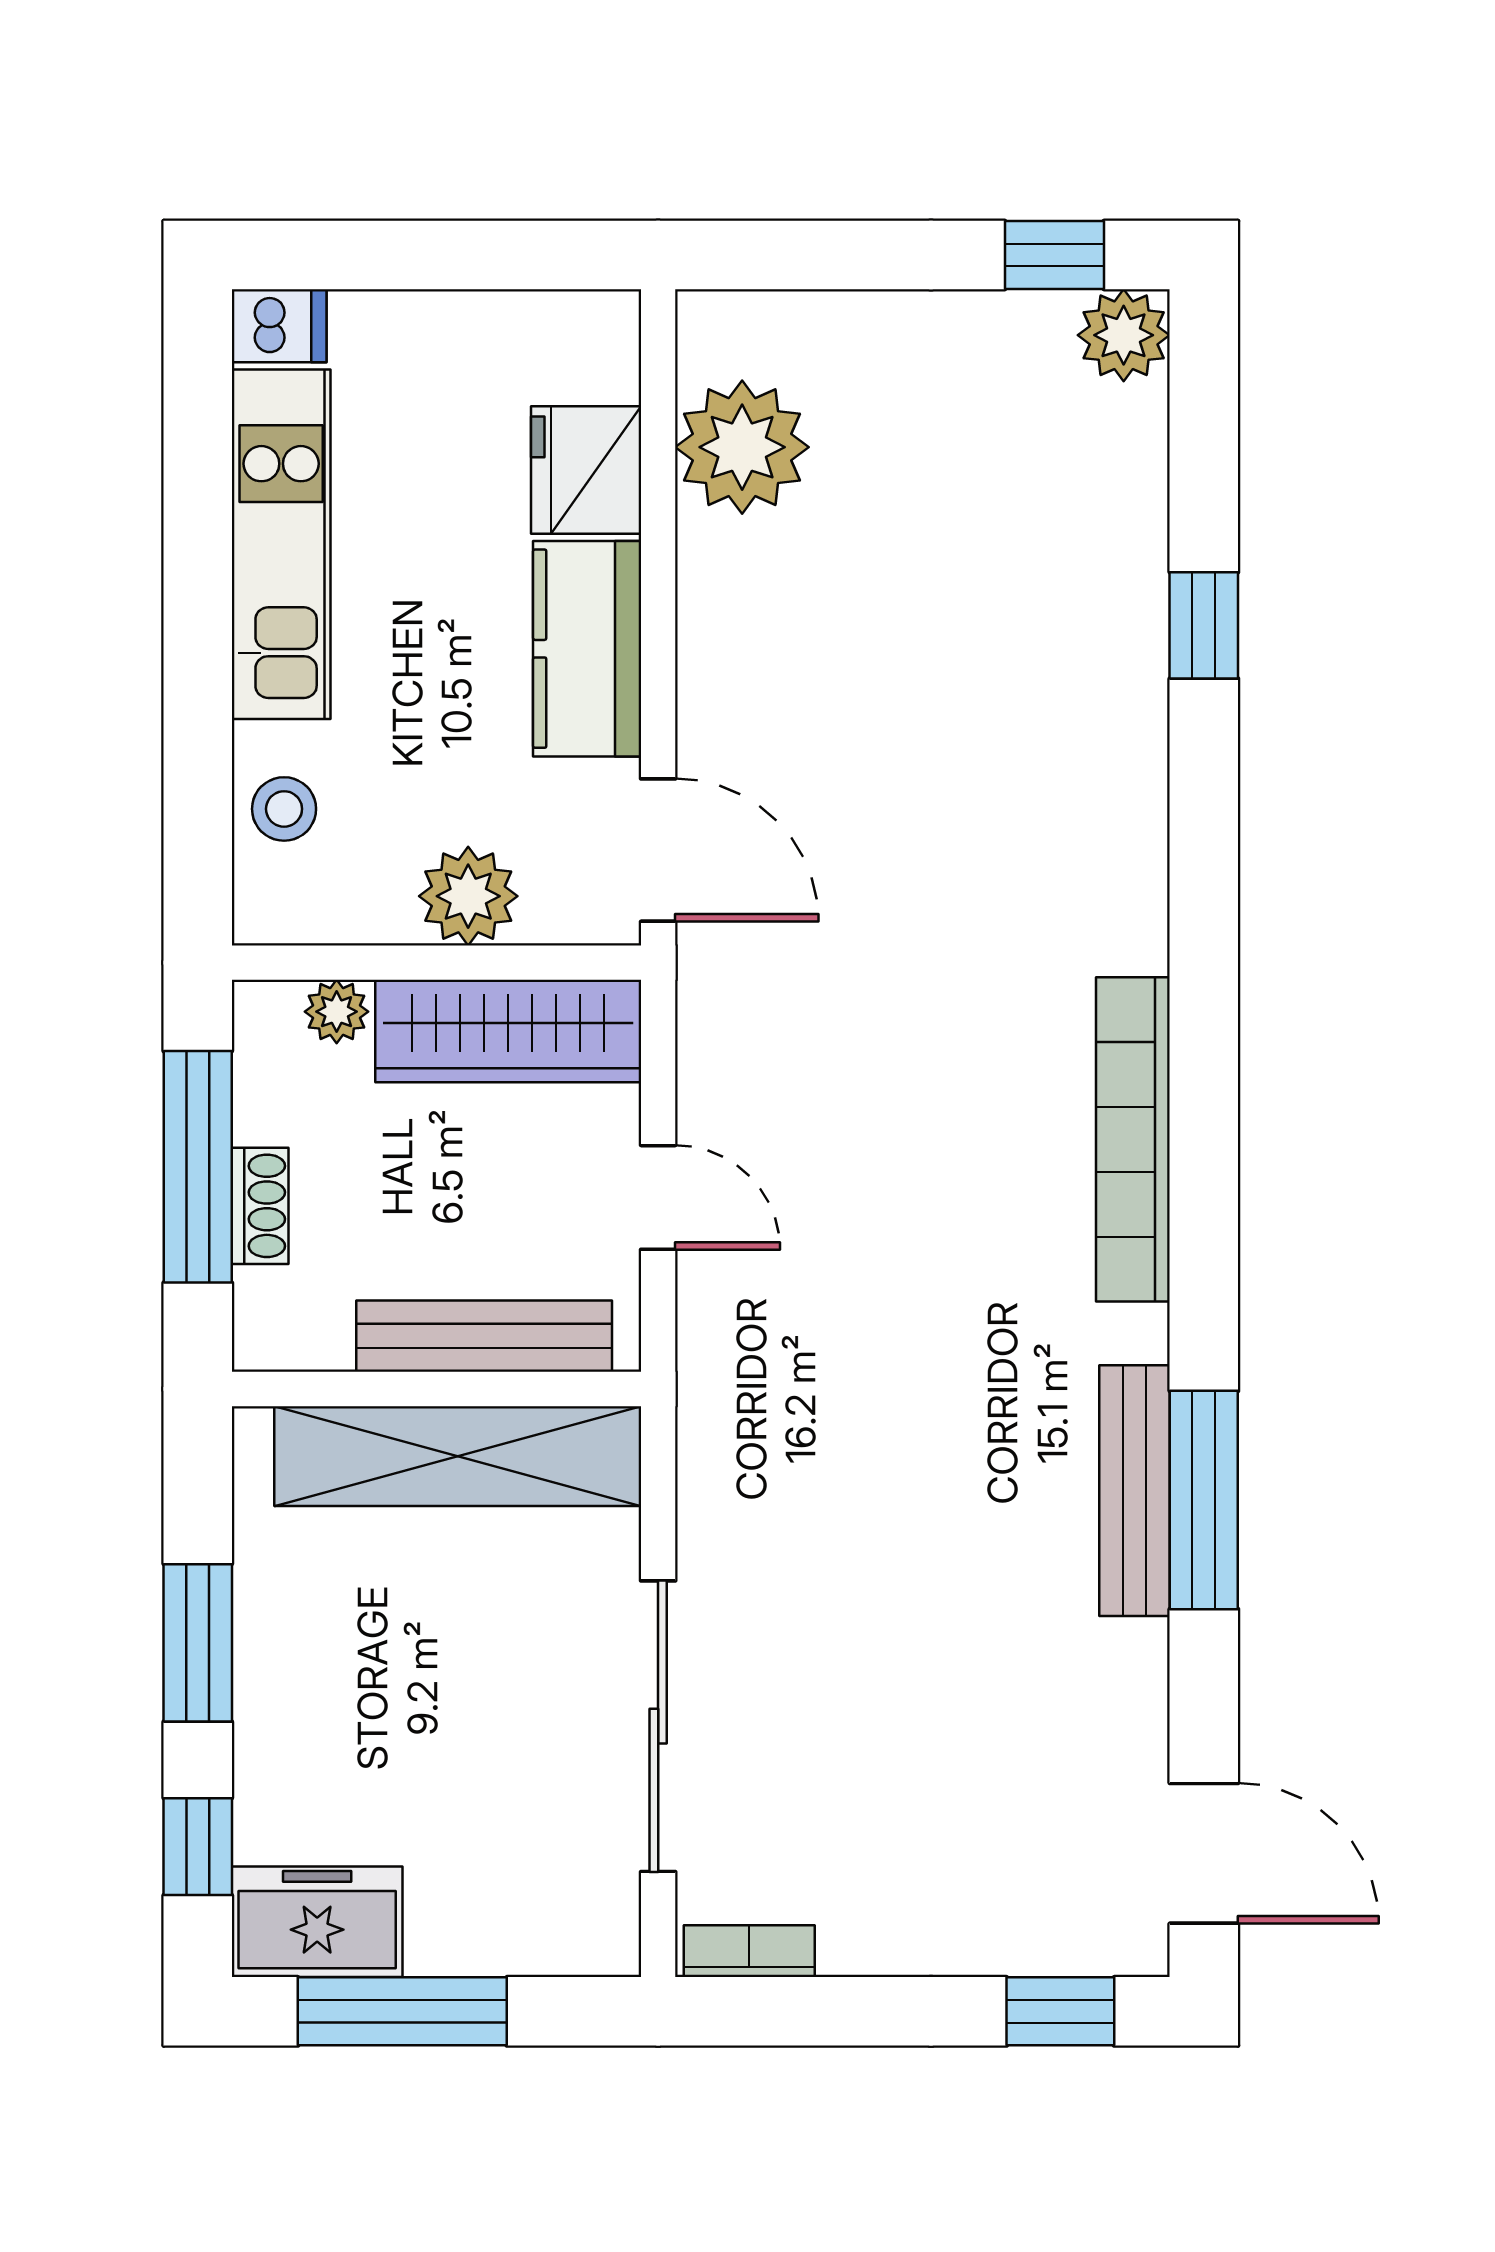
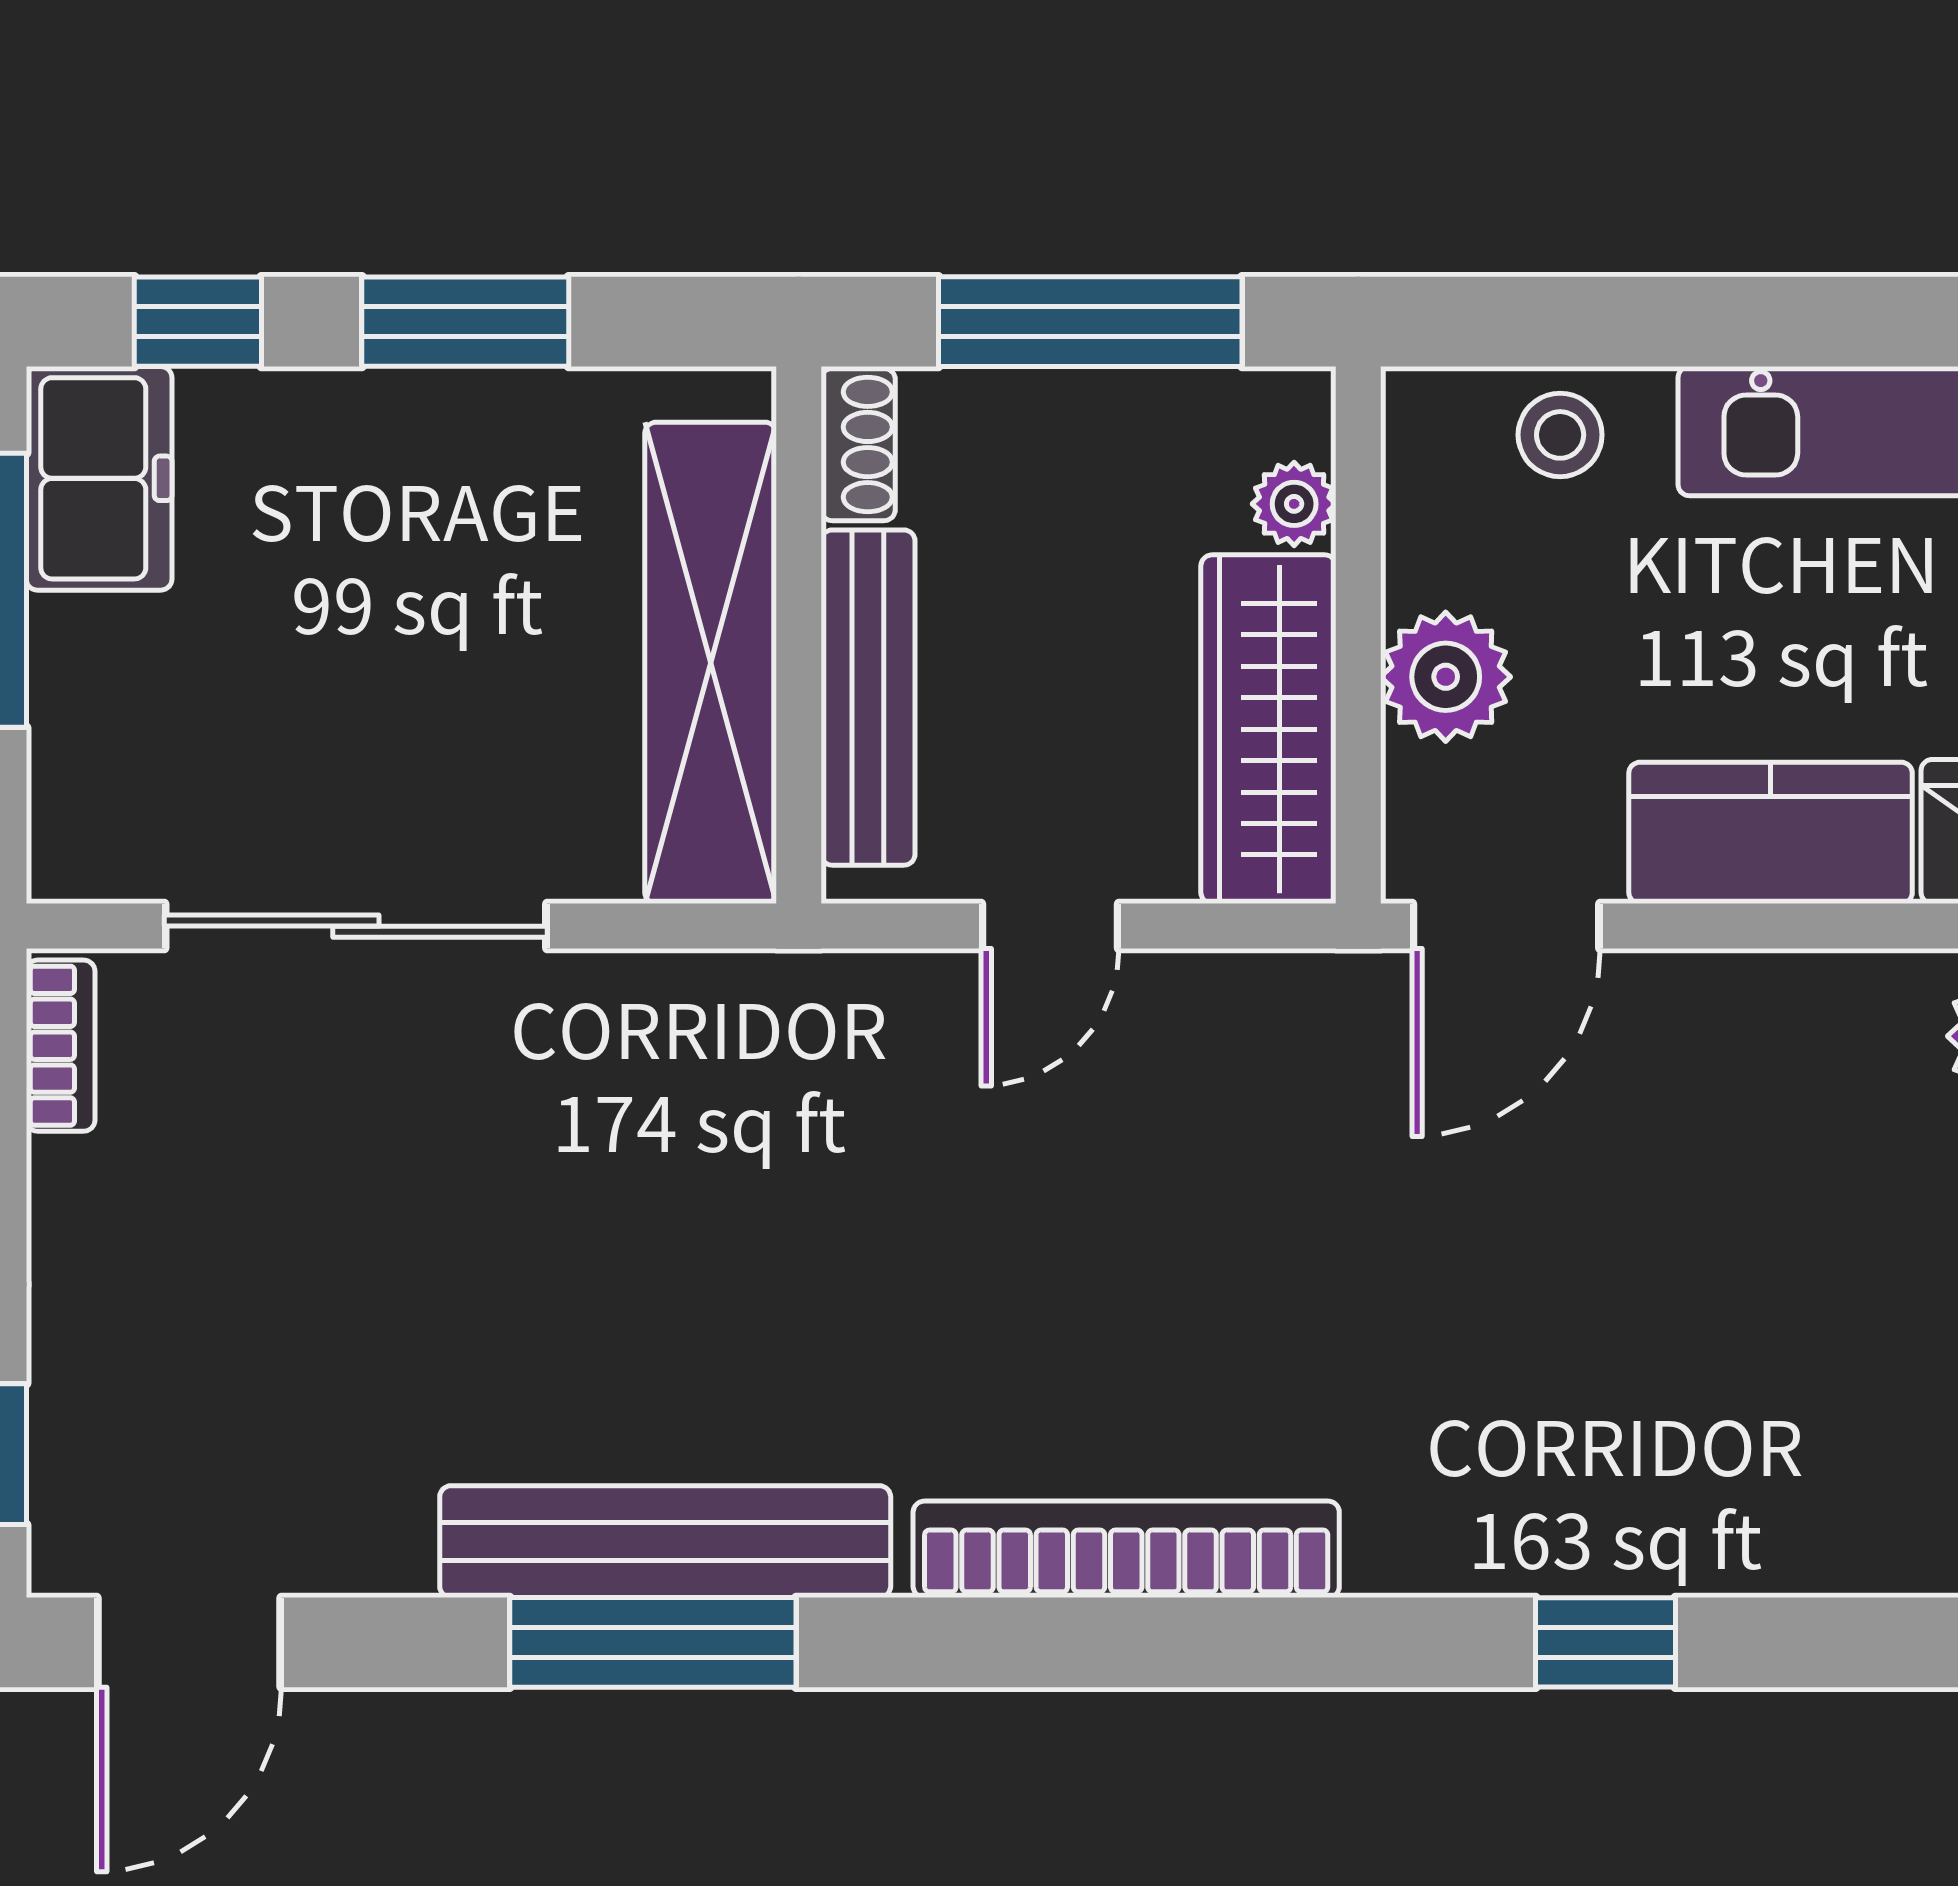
window: (1204, 625) -> (1606, 1642), moved
shoe rack: (260, 1206) -> (858, 445), moved, turned -90
bench: (1135, 1491) -> (665, 1542), width x1.37, depth x1.21

